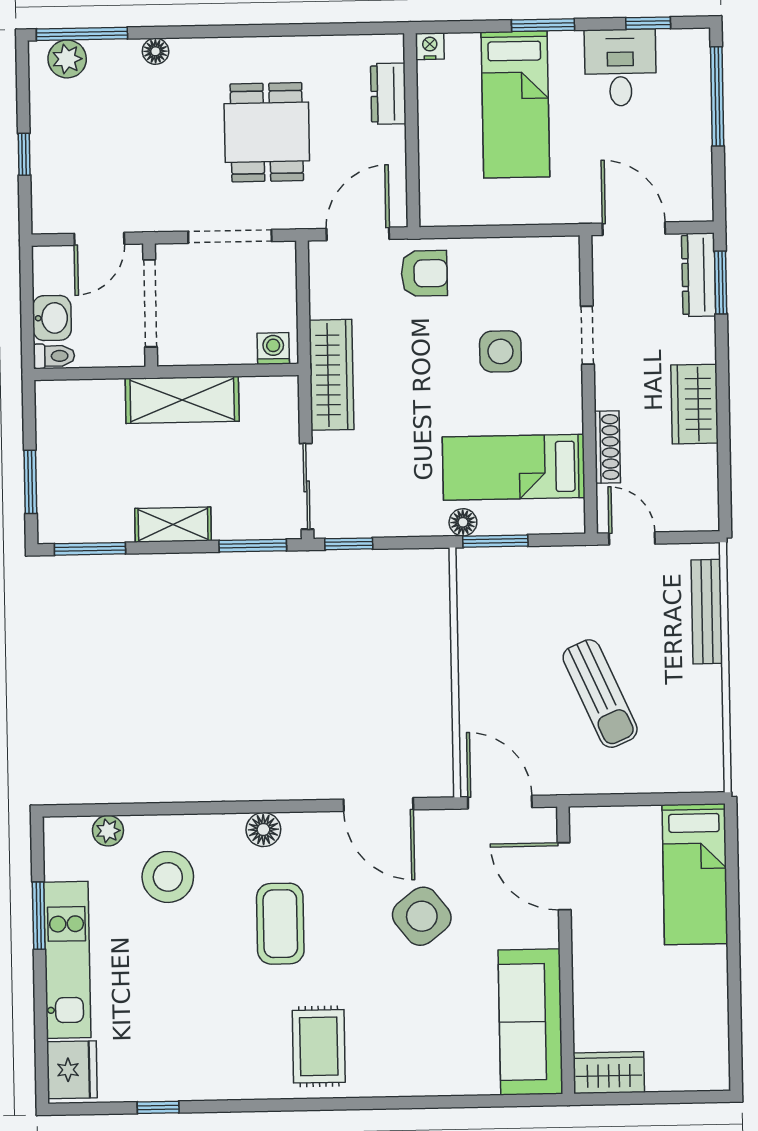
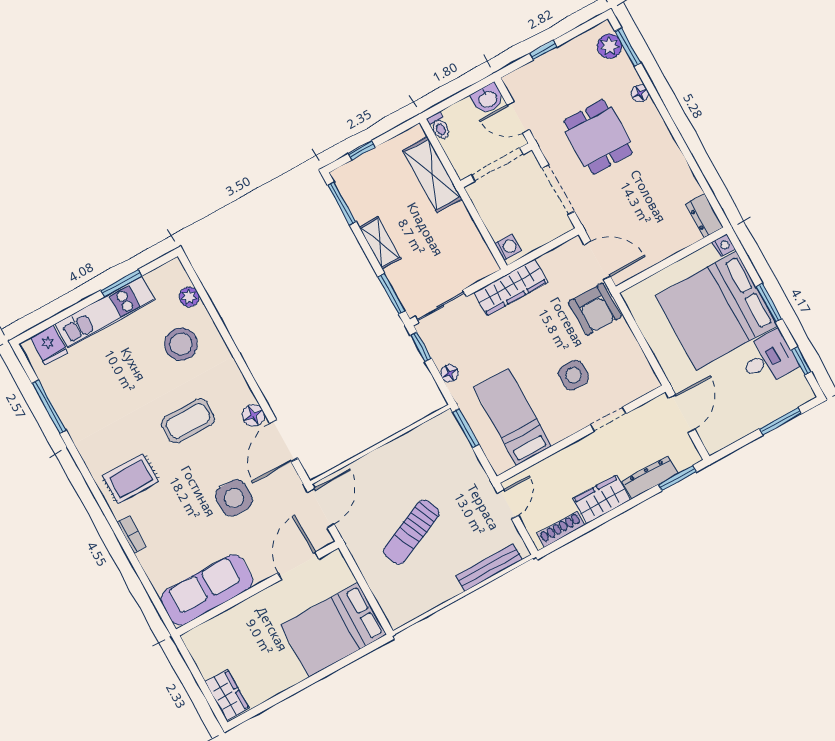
window: (82, 34) -> (628, 47), width x0.69
dresser: (388, 94) -> (705, 216), moved, turned -90
window: (717, 96) -> (780, 421), width x0.69
bed: (515, 104) -> (716, 311), width x2.04
dining table: (267, 132) -> (598, 137), moved, turned 90
armchair: (424, 273) -> (595, 309), width x1.38, depth x1.38
dresser: (699, 275) -> (650, 477), moved
washbasin: (52, 318) -> (488, 99), moved
shelving: (182, 400) -> (432, 175), moved
shoe rack: (607, 447) -> (561, 529), moved, turned 180
window: (30, 482) -> (362, 150), width x0.67
floor lamp: (463, 522) -> (449, 373), moved
floor lamp: (263, 830) -> (253, 415), moved
bed: (695, 874) -> (333, 630), width x1.50
side table: (422, 916) -> (234, 498), turned 38
fridge: (72, 1070) -> (49, 345), width x0.72
wardrobe: (609, 1073) -> (227, 695), moved
bookcase: (398, 1086) -> (132, 535), added
window: (158, 1107) -> (49, 407), width x2.17

